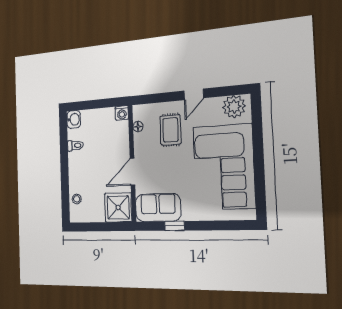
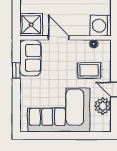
plant: (234, 107) -> (103, 106), moved
washing machine: (122, 113) -> (101, 26), width x1.89, depth x1.89

